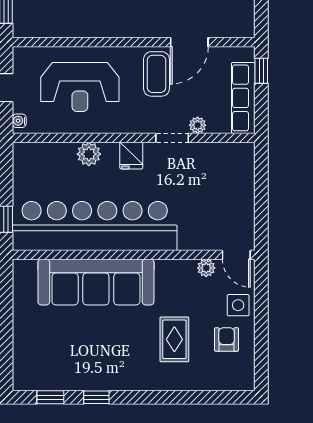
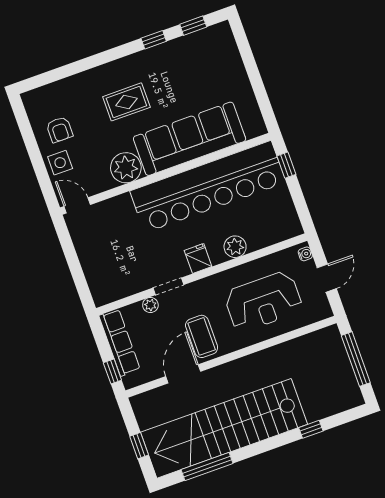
reception desk: (80, 87) -> (263, 302), turned 180
plant: (206, 268) -> (126, 168), moved, width x1.87, depth x1.87
rug: (174, 339) -> (126, 102), moved, turned 90

